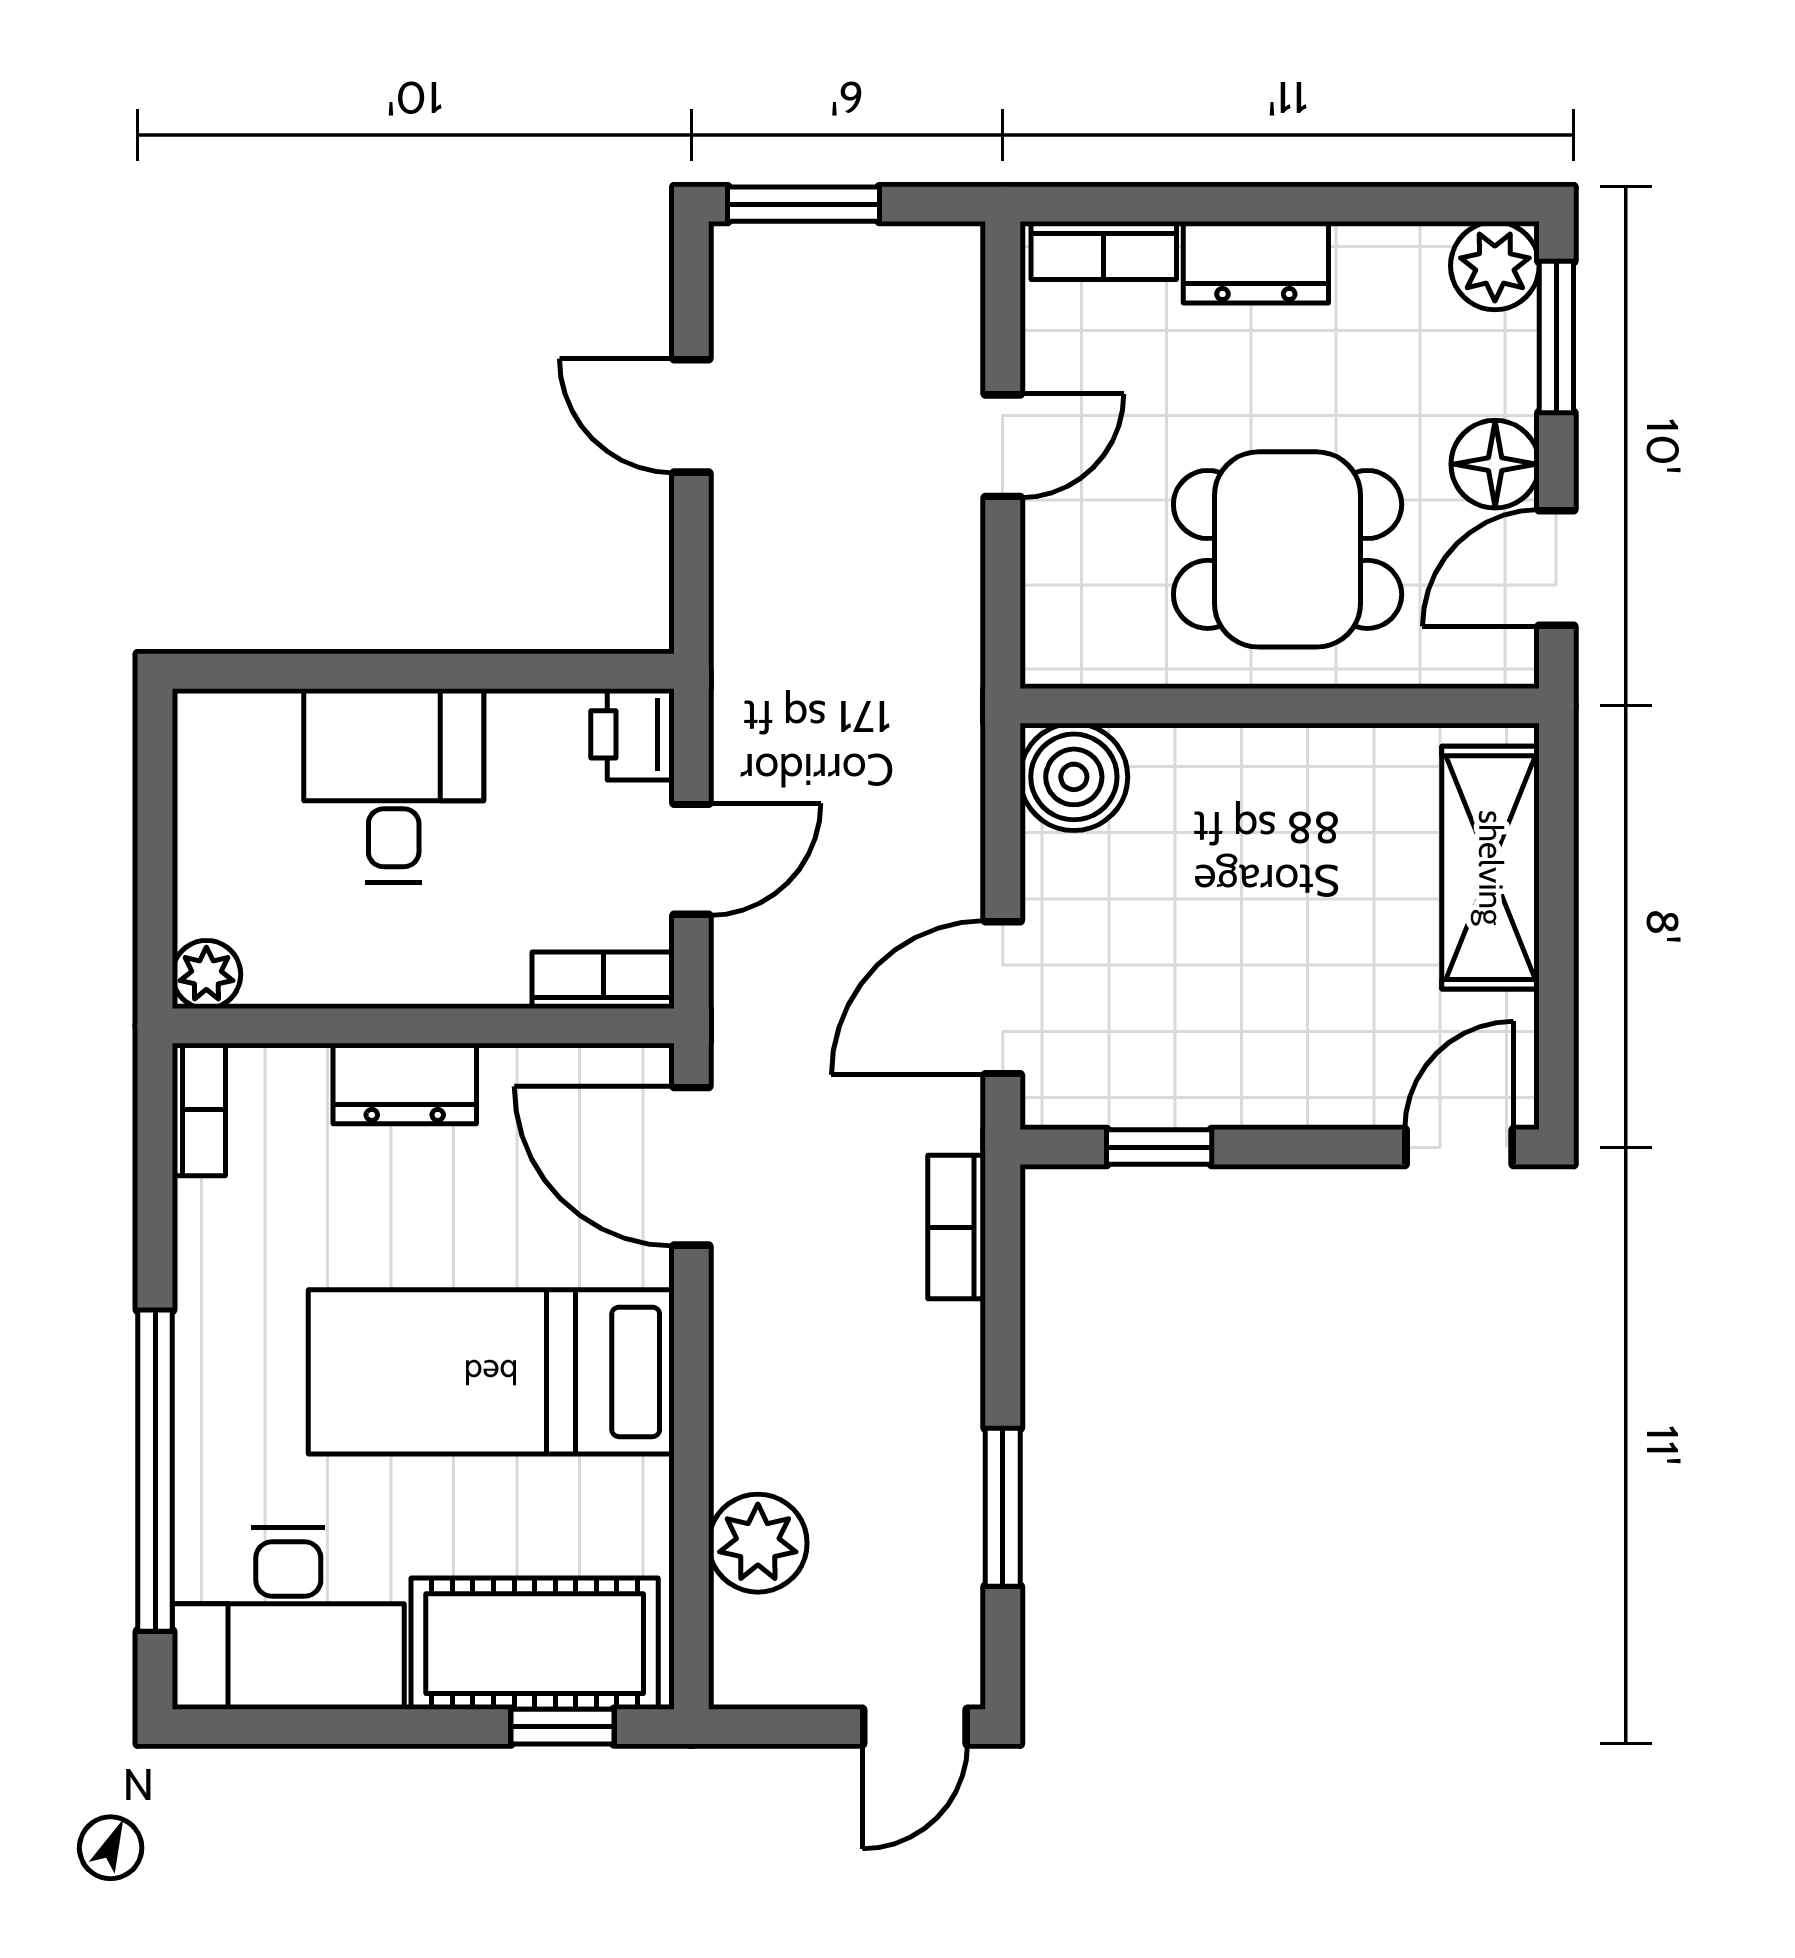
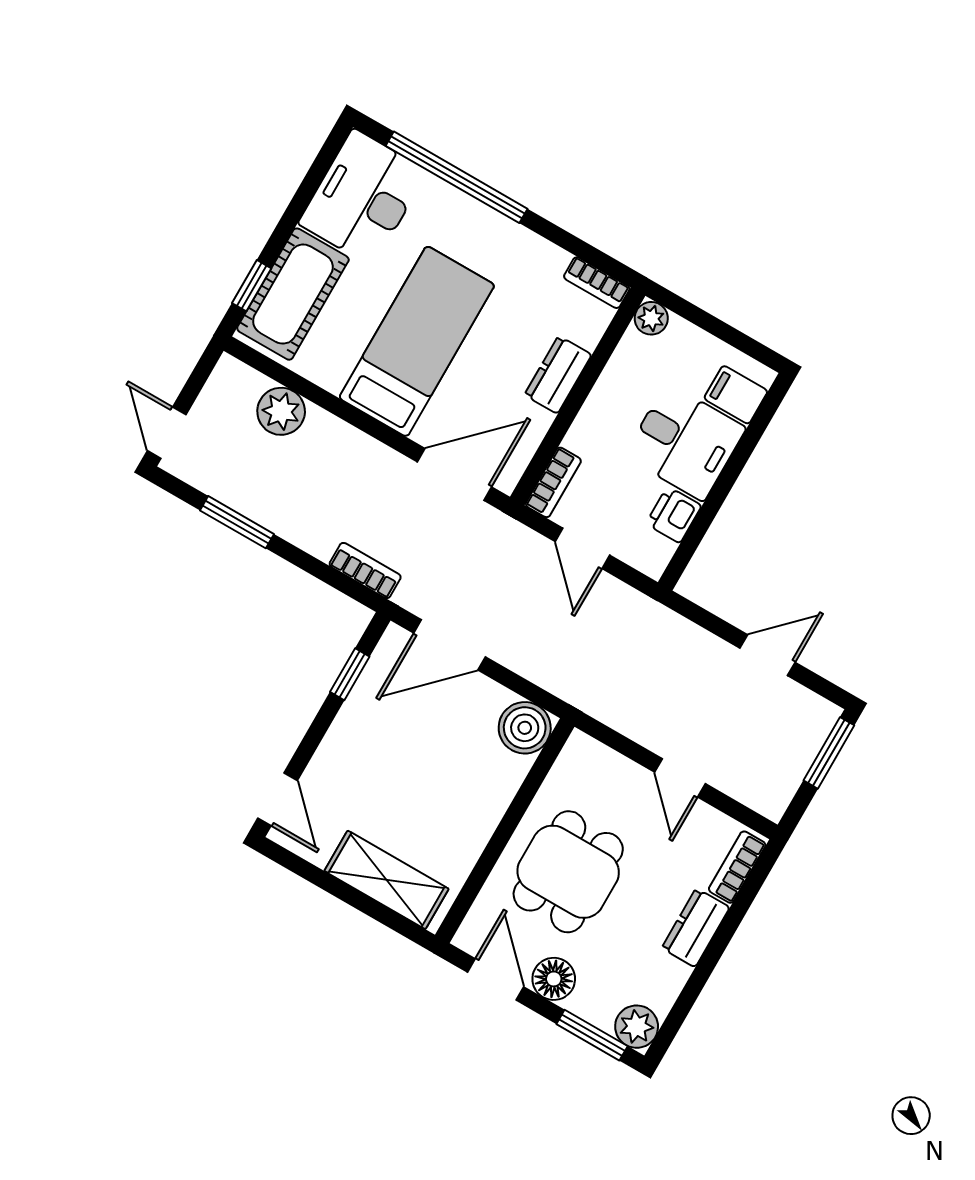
printer: (632, 734) -> (674, 515), moved, turned -90
filing cabinet: (256, 743) -> (736, 395), added
door: (1003, 998) -> (450, 645), swing flipped

